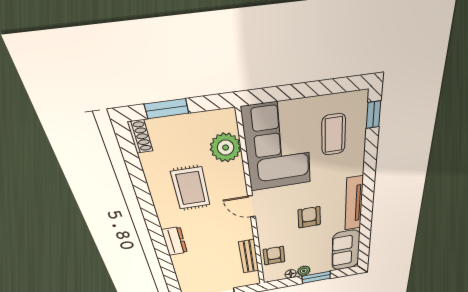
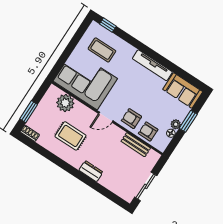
armchair: (309, 217) -> (131, 119), moved

